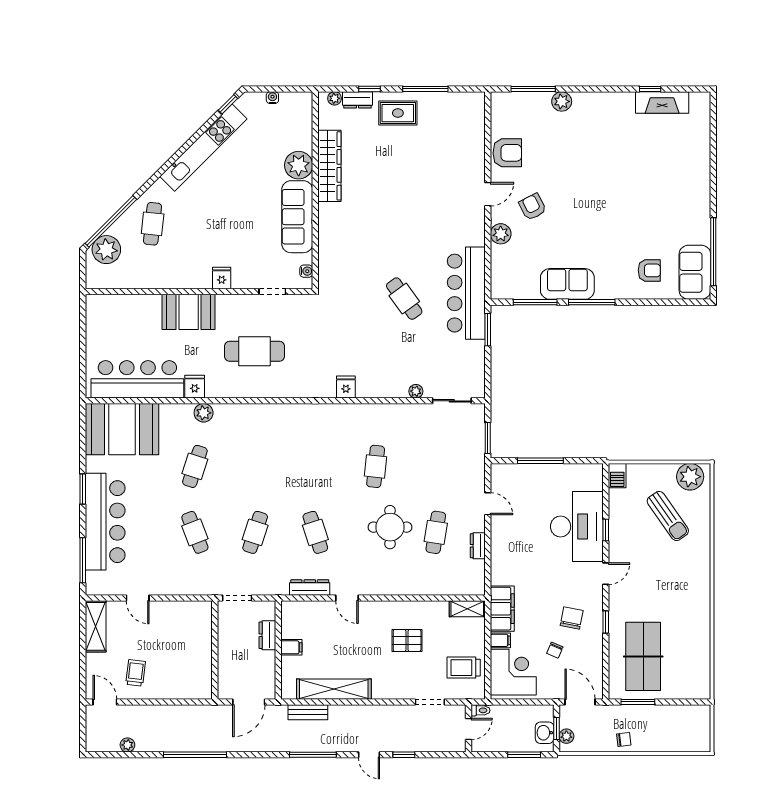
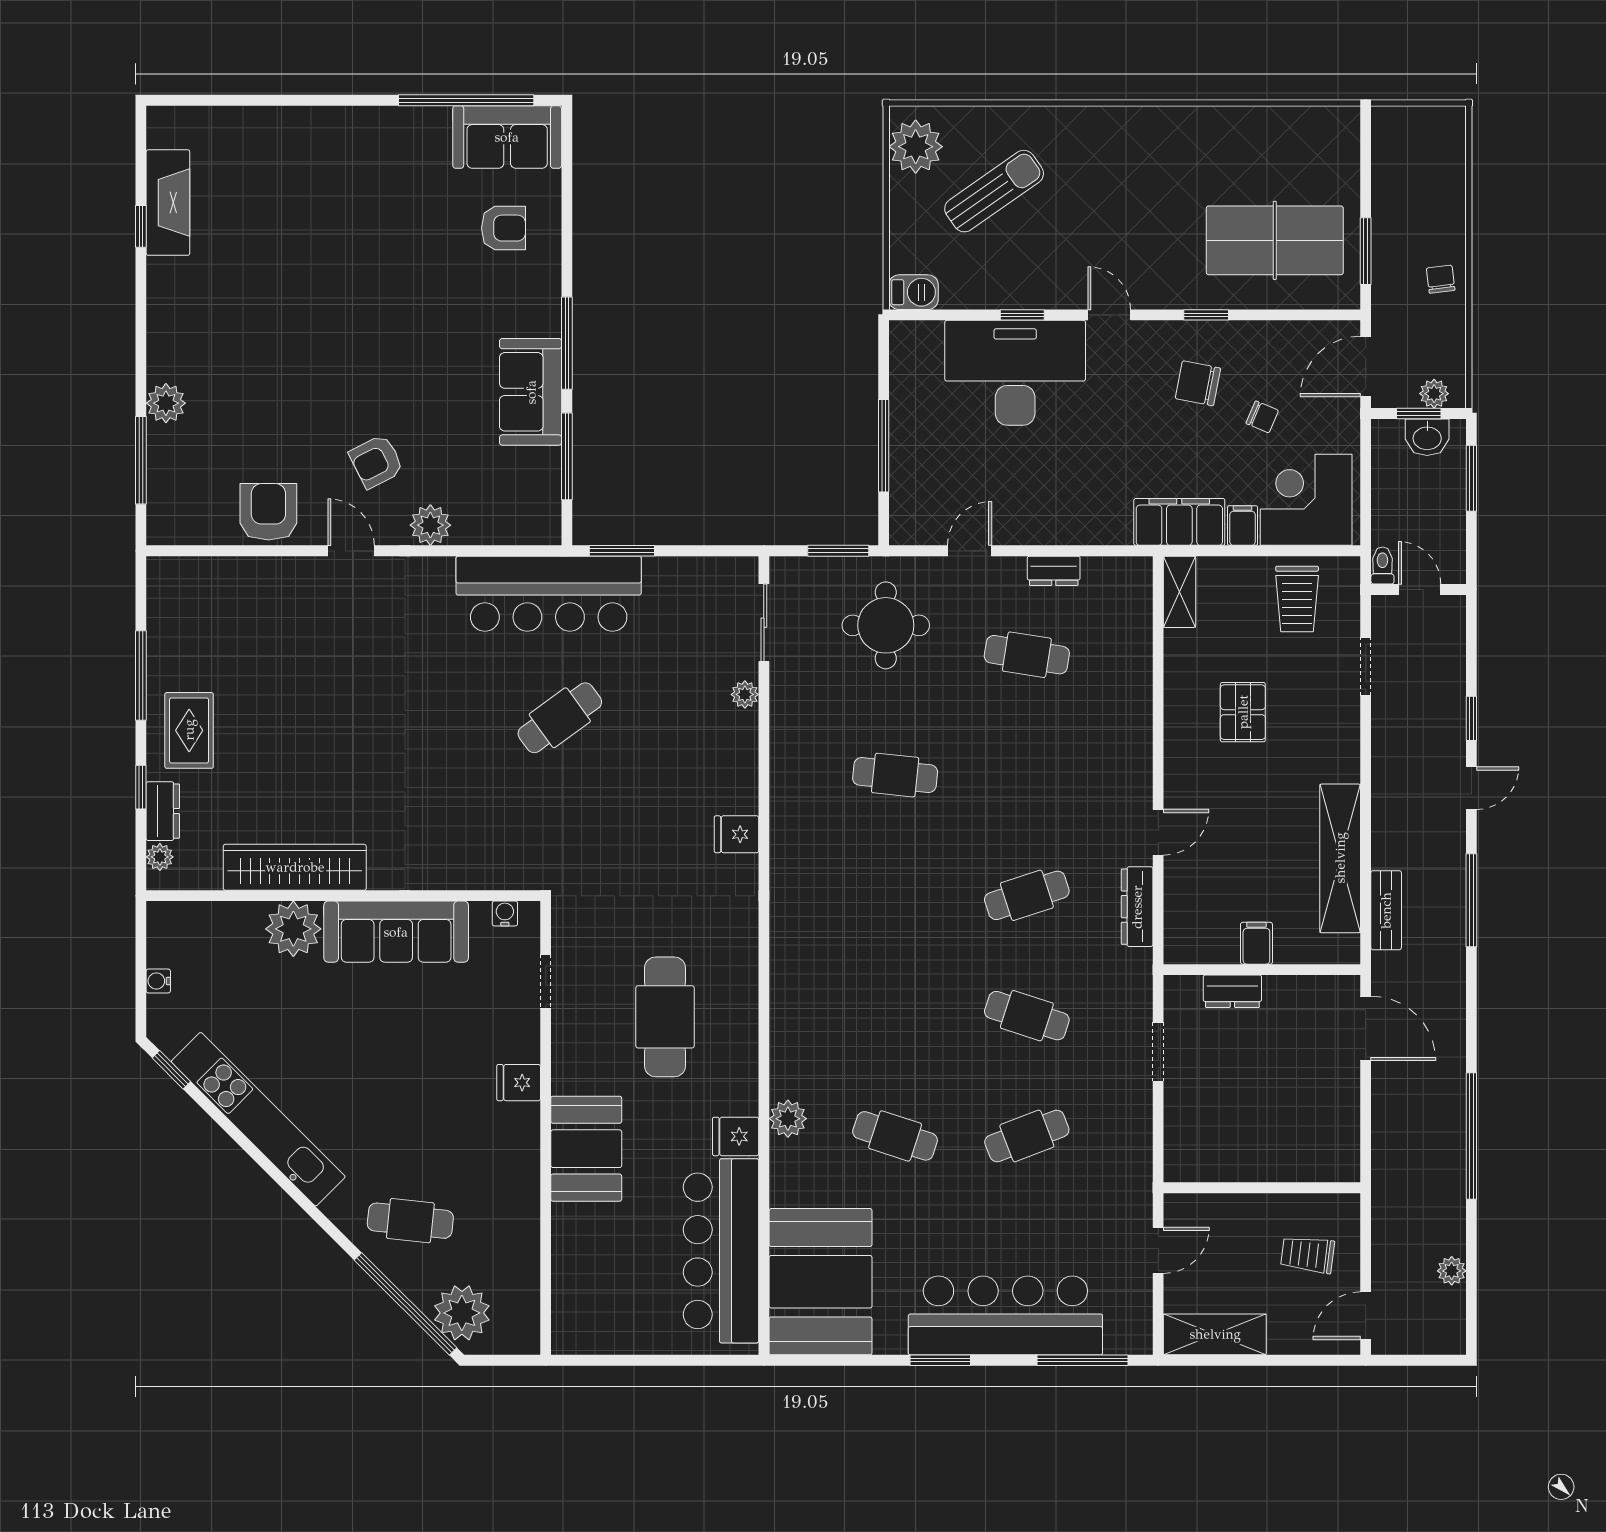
armchair: (649, 270) -> (503, 228), turned 90
round table: (390, 527) -> (886, 625), moved
wall: (215, 650) -> (1262, 1188), moved

